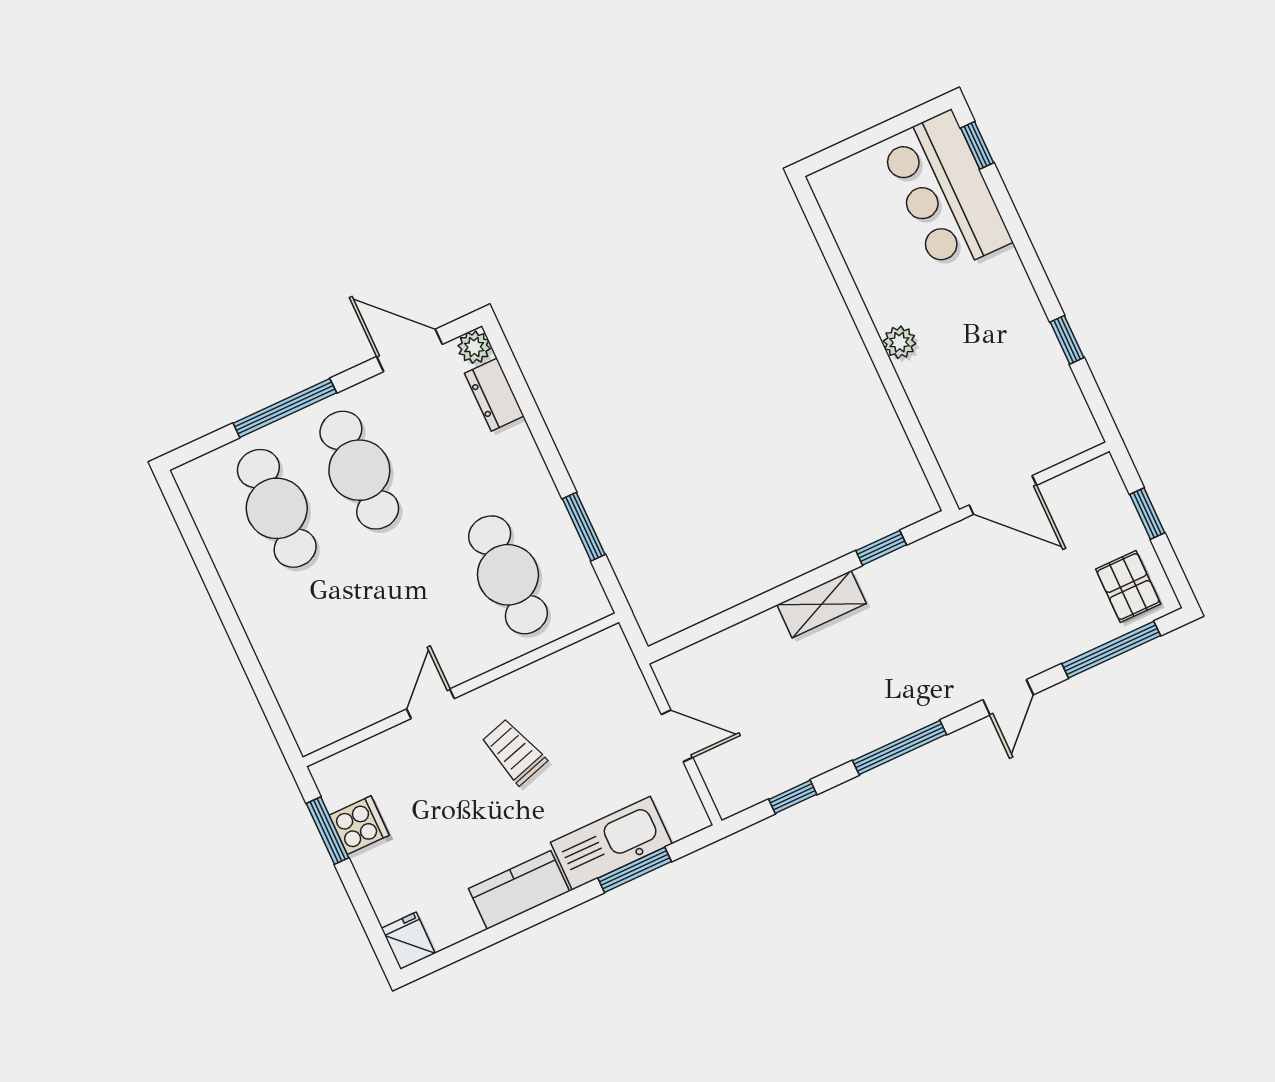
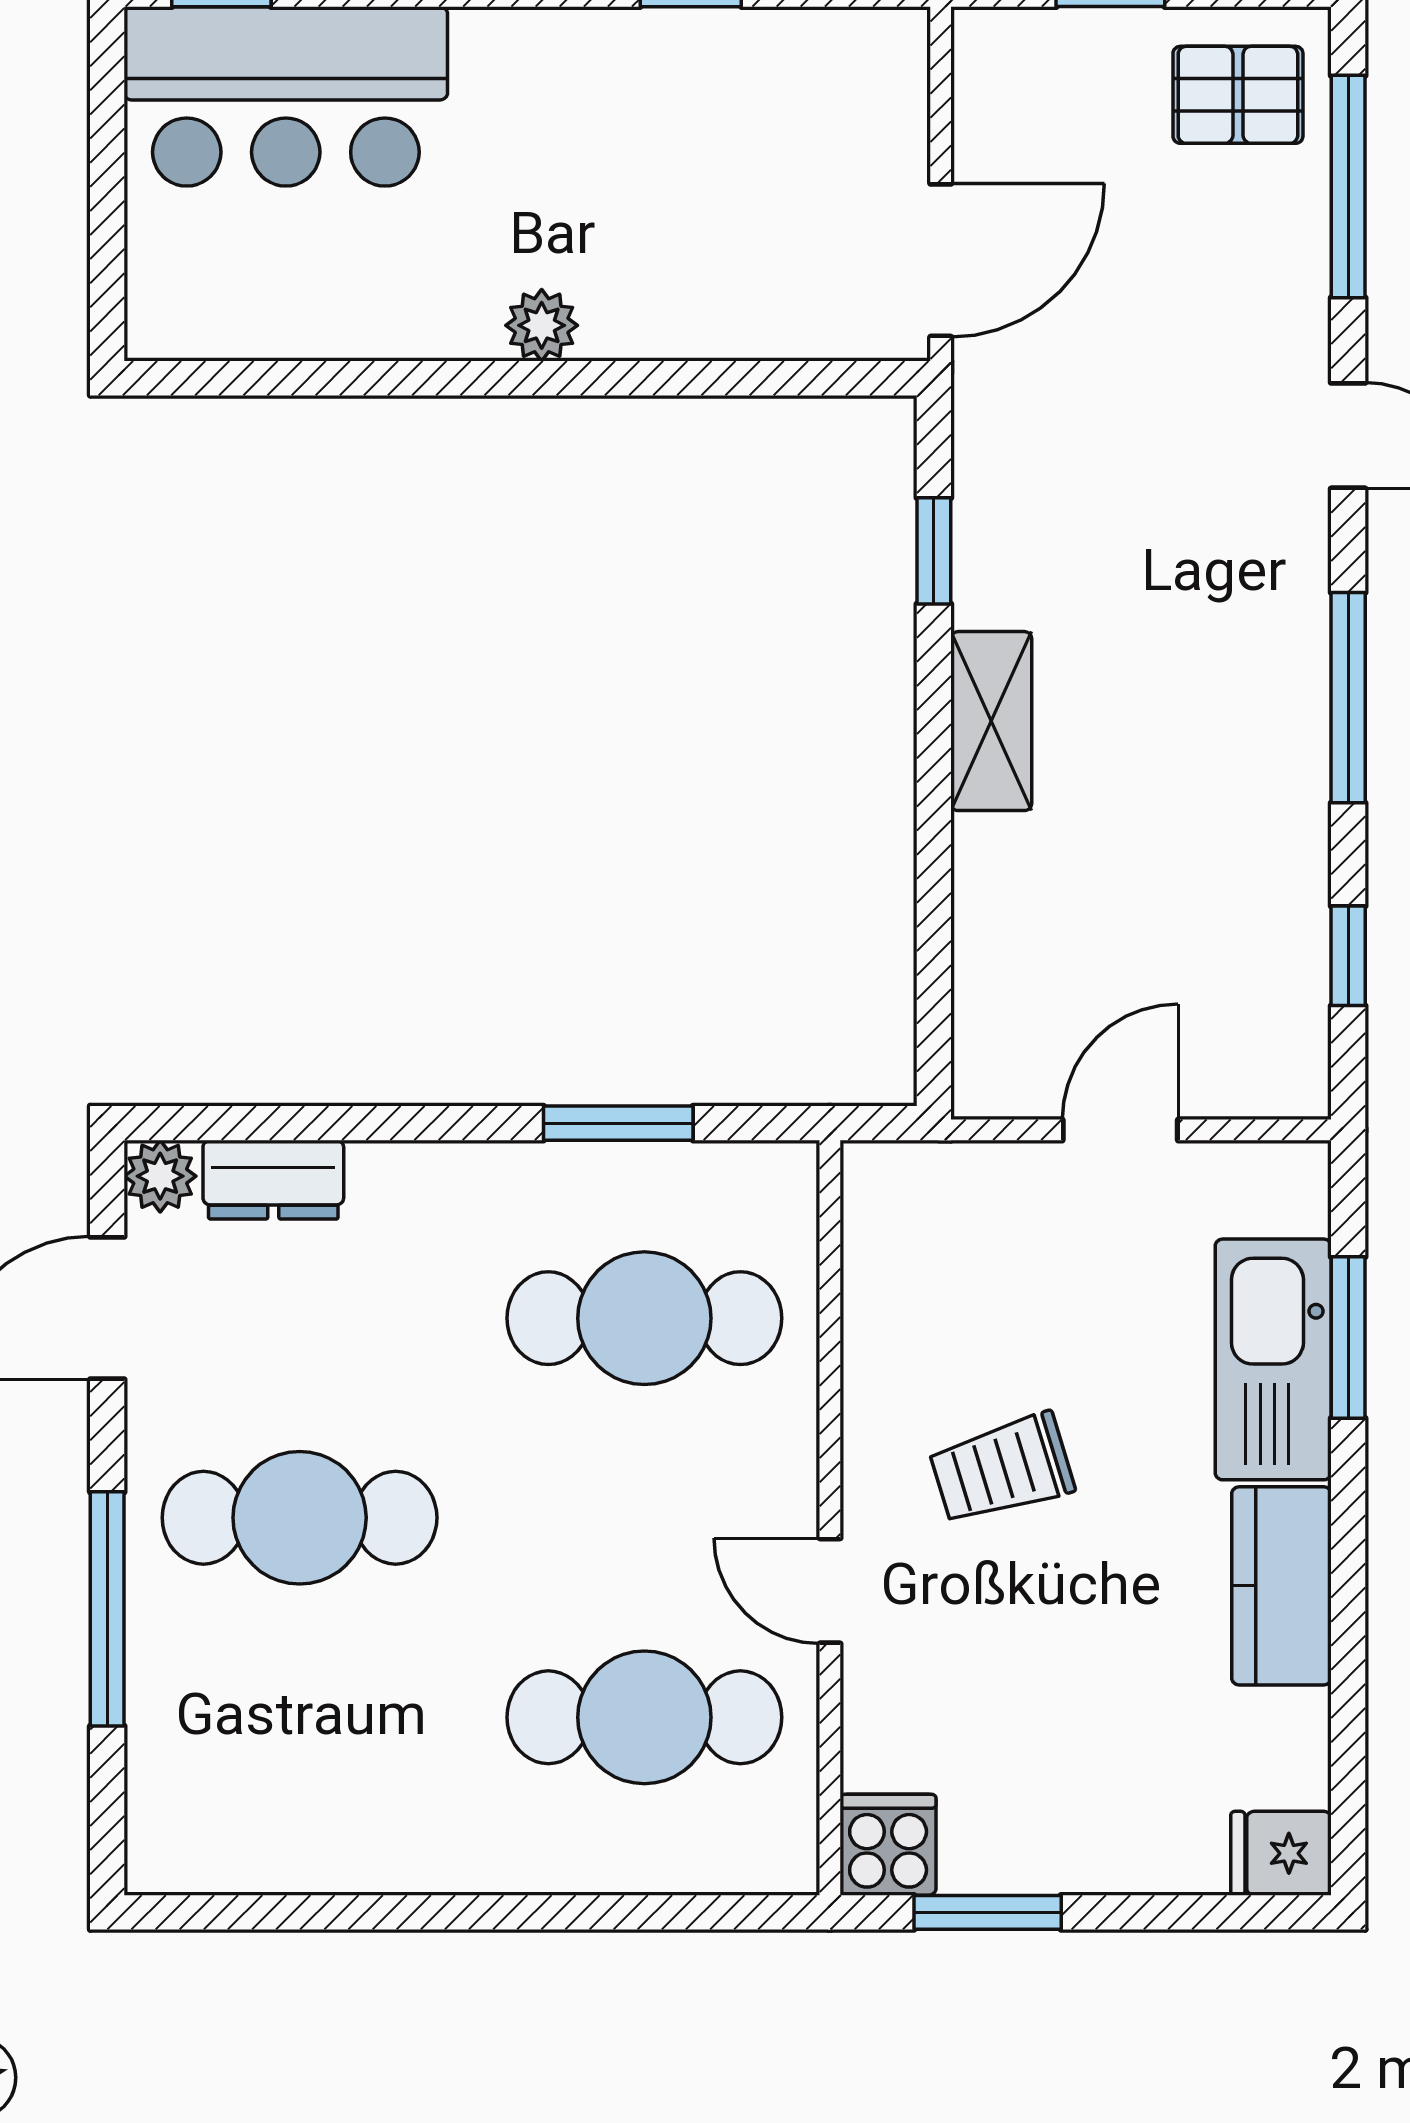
cafe table: (277, 508) -> (644, 1717), moved
cooker: (359, 825) -> (888, 1845), moved

